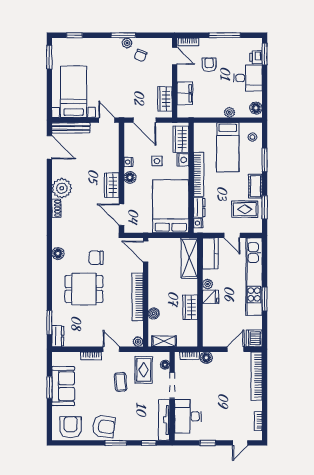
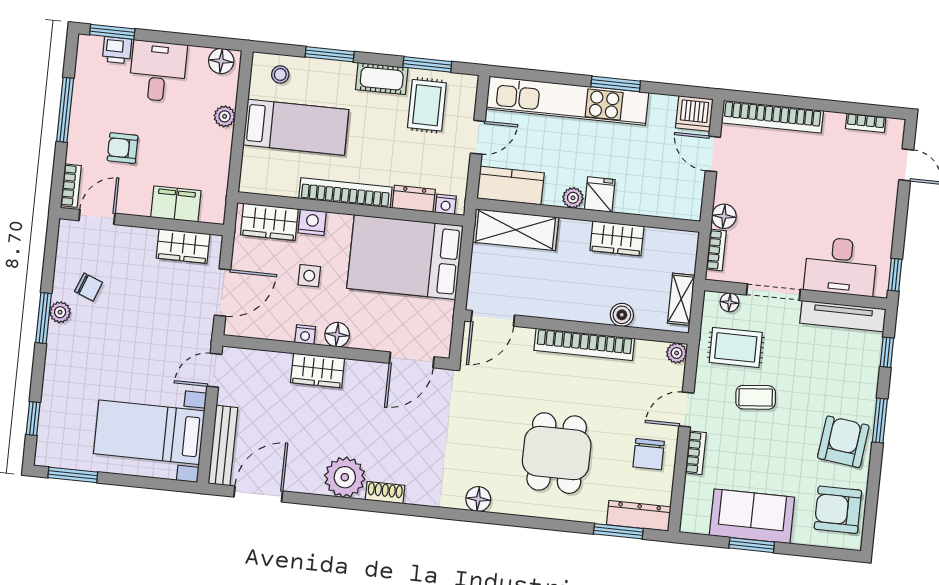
wardrobe: (112, 185) -> (318, 371), moved
chair: (96, 258) -> (649, 454), moved
dresser: (58, 336) -> (639, 516), width x1.44
window: (208, 443) -> (895, 275), moved

